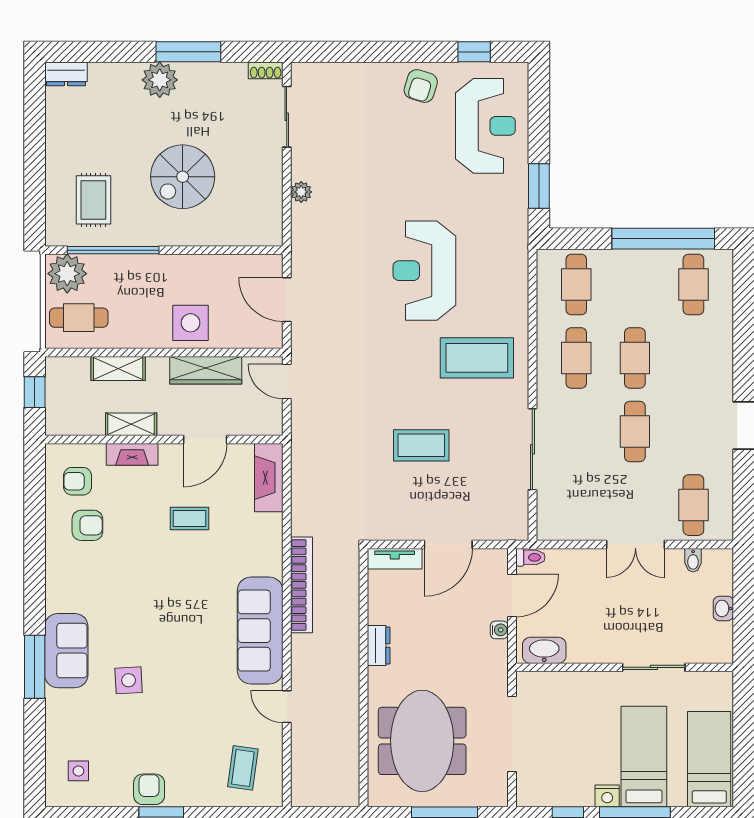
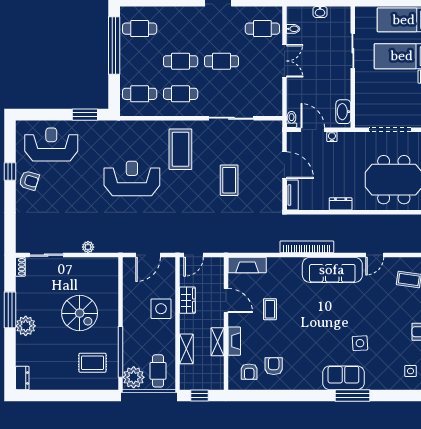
window: (474, 52) -> (10, 172), moved
reception desk: (424, 271) -> (132, 178), turned 180
wardrobe: (206, 370) -> (187, 300), width x0.67

